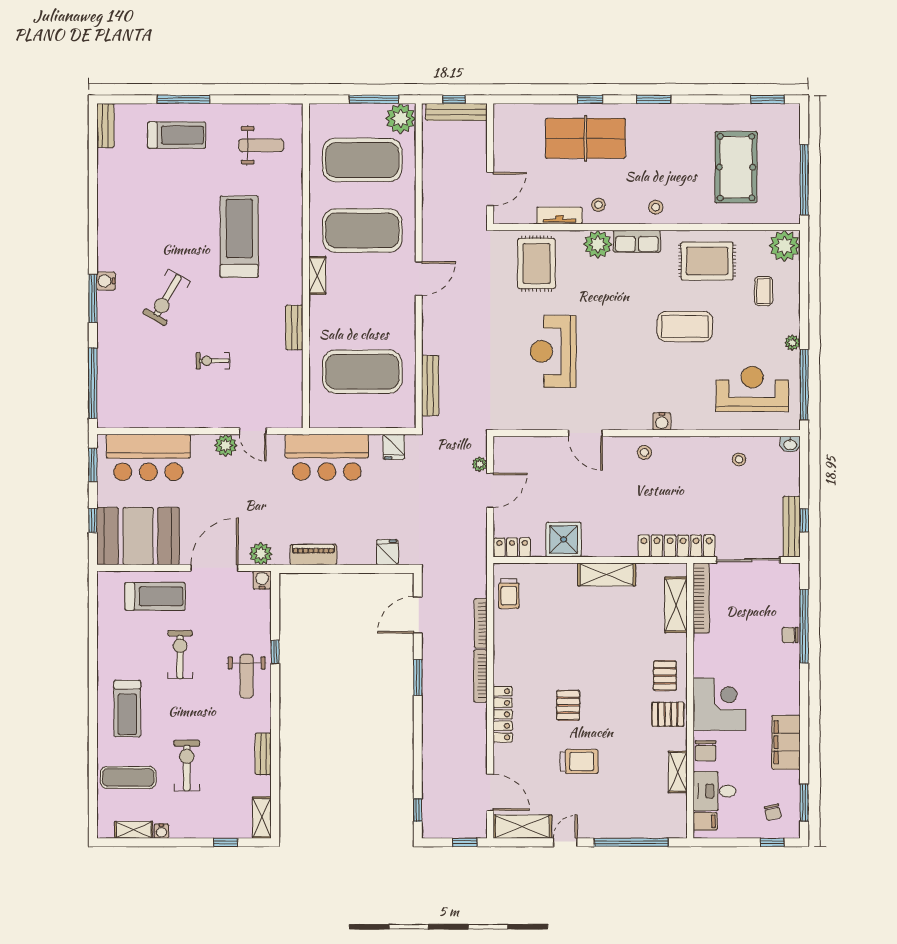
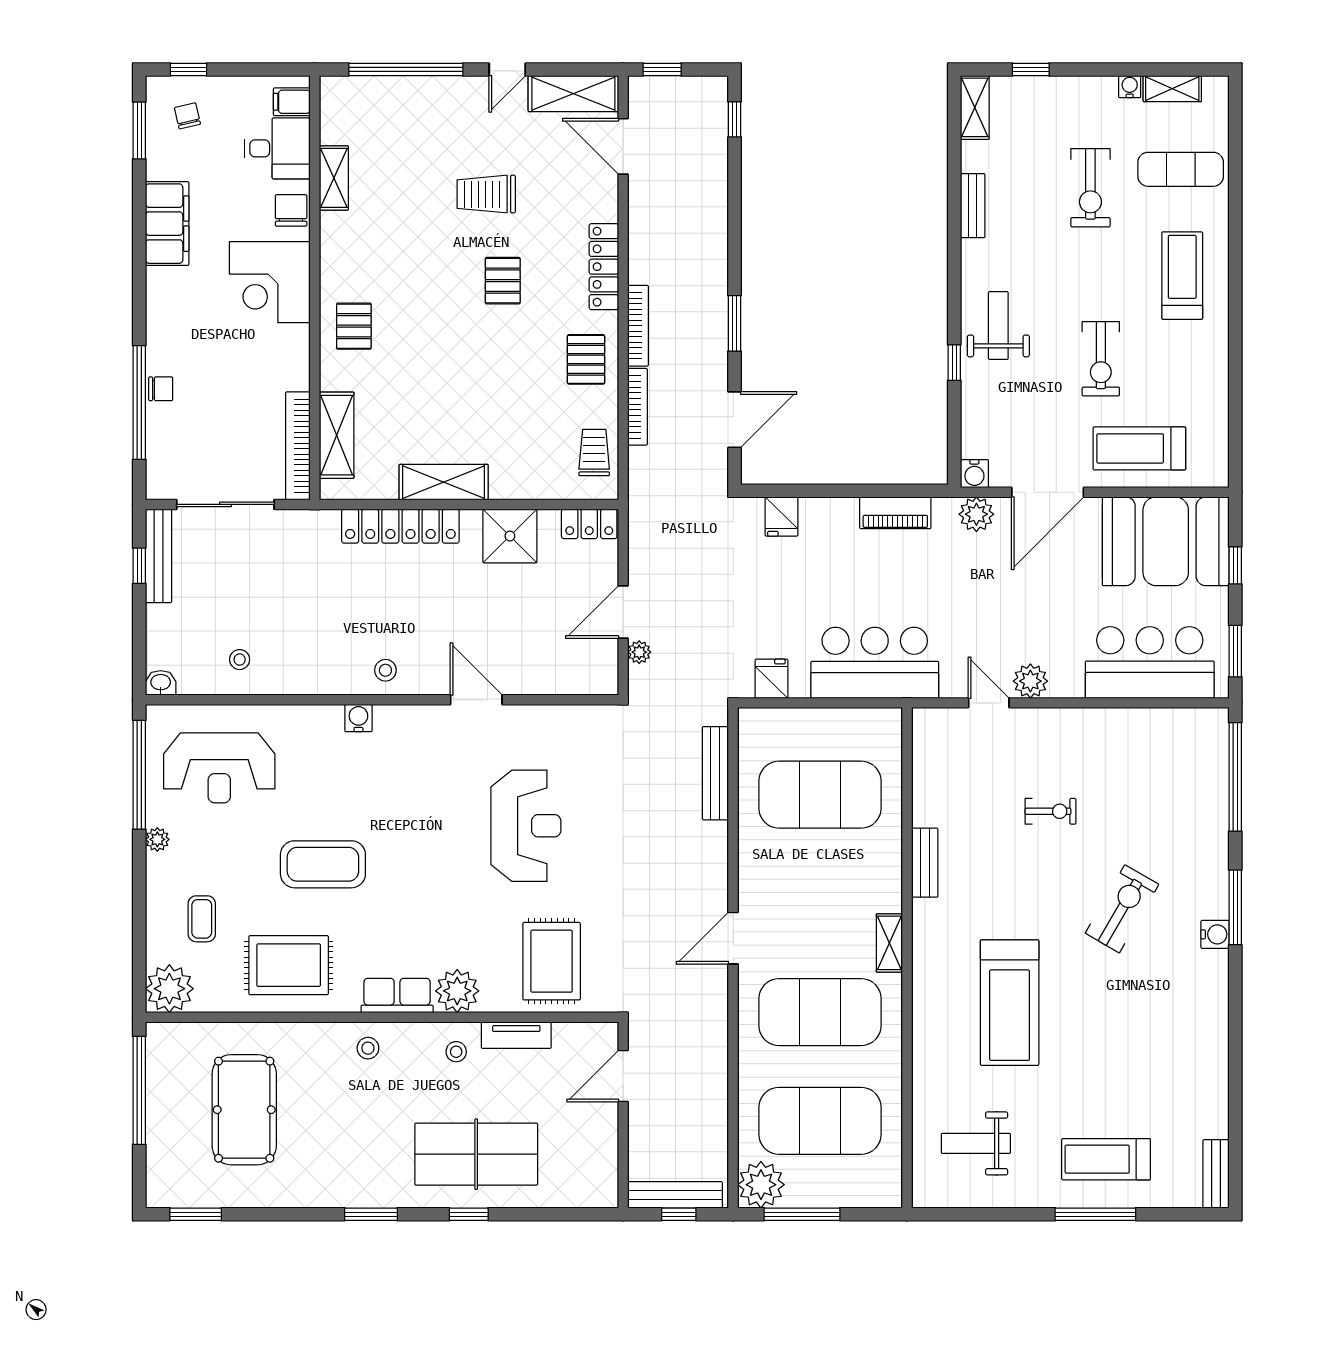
locker: (677, 546) -> (400, 526), moved
pallet: (668, 714) -> (586, 359), moved, turned 90

